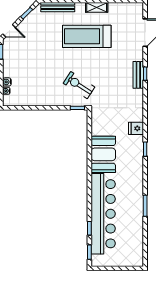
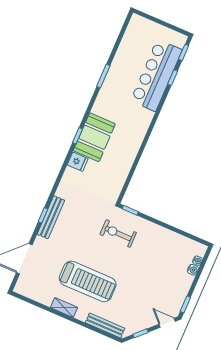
bench: (138, 75) -> (51, 217), width x1.36
exercise bike: (79, 85) -> (118, 233), turned 147
booth: (103, 154) -> (94, 137), moved
bar counter: (103, 214) -> (156, 75), width x0.73

